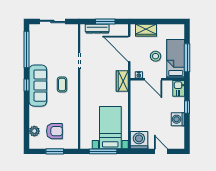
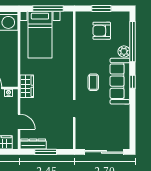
sliding door: (52, 21) -> (104, 152), width x1.37
dresser: (97, 29) -> (33, 144), moved
window: (27, 49) -> (133, 42), moved
door: (129, 49) -> (19, 122), width x0.53
plant: (34, 131) -> (124, 52), moved

